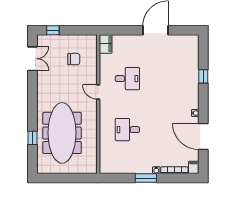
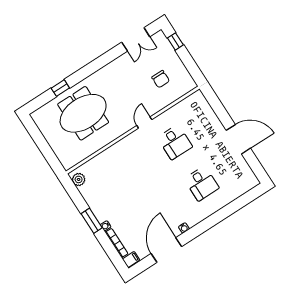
filing cabinet: (106, 44) -> (195, 100), removed
window: (203, 76) -> (224, 213), removed
desk: (127, 130) -> (202, 183), moved, turned 180
meeting table: (62, 133) -> (83, 113), width x0.73
plant: (109, 168) -> (79, 179), added

